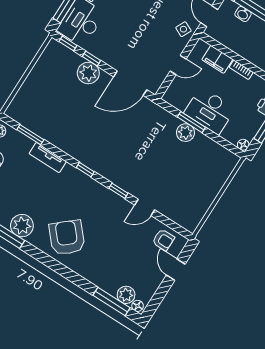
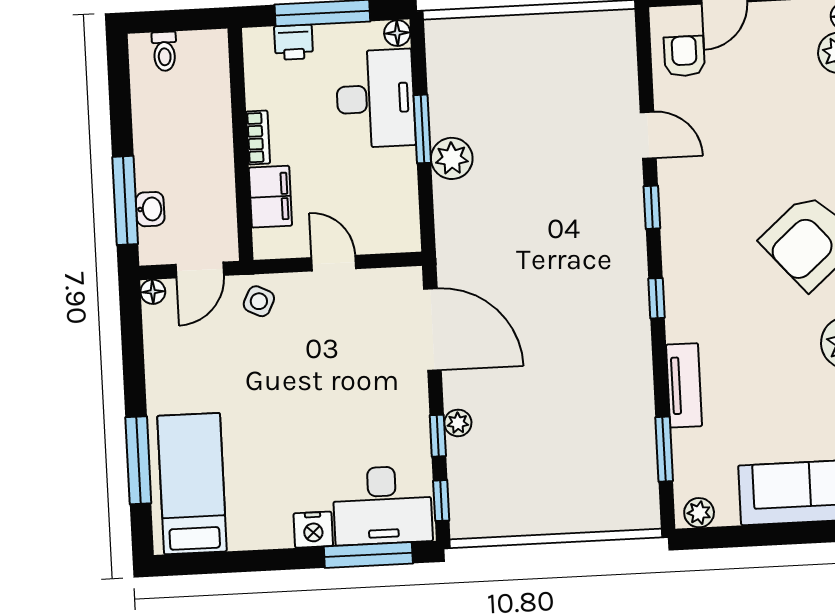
plant: (88, 73) -> (458, 423), width x0.53, depth x0.53
desk: (210, 111) -> (375, 99), moved
window: (191, 122) -> (422, 129), moved

